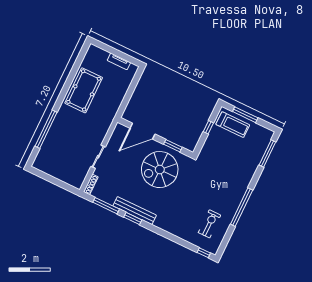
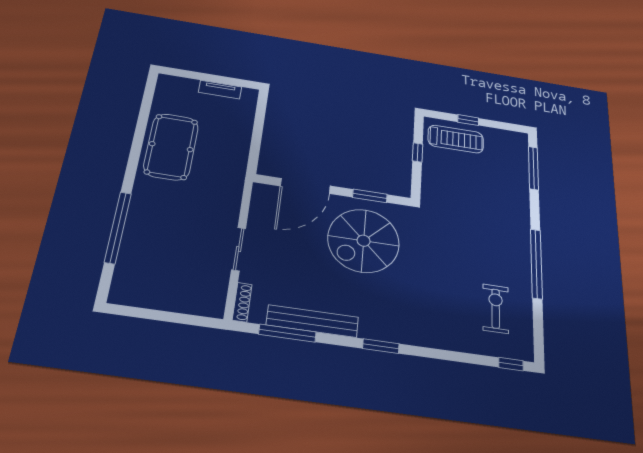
window: (245, 115) -> (468, 120), width x0.46
bench: (135, 211) -> (312, 321), moved
window: (133, 218) -> (381, 346), moved

